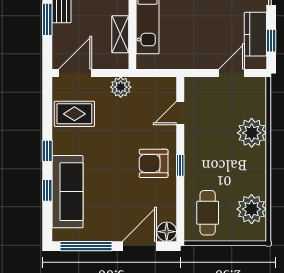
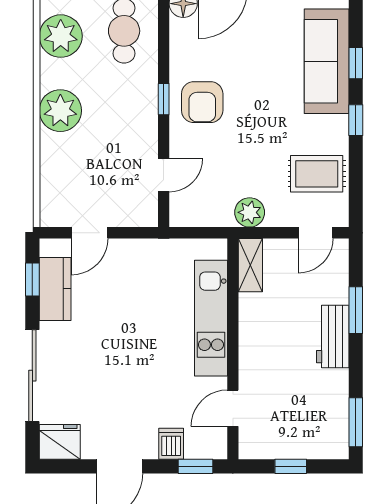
shelving: (120, 34) -> (250, 265), moved
door: (75, 73) -> (316, 233), width x0.73
plant: (252, 133) -> (60, 111), moved
armchair: (154, 163) -> (202, 102), turned 90

